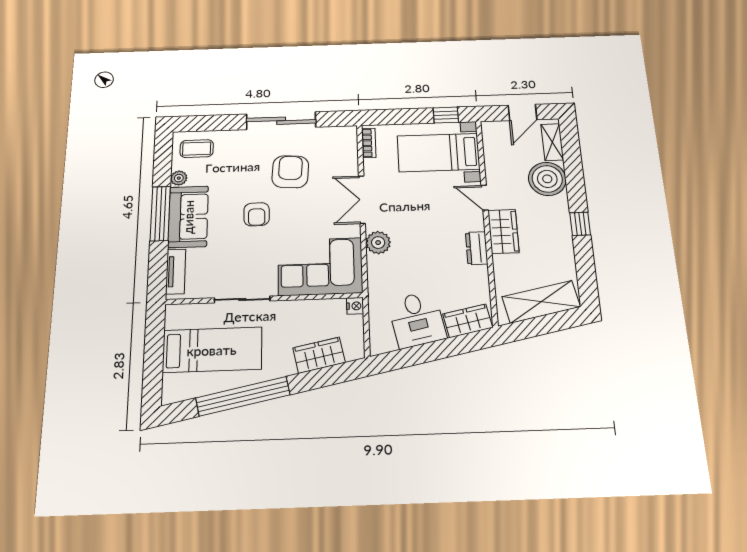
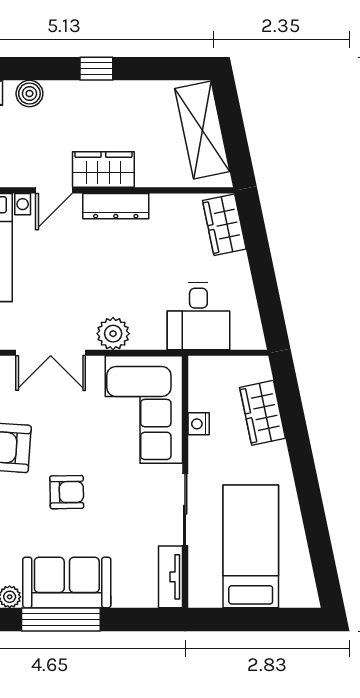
boiler: (547, 179) -> (29, 93), width x0.54, depth x0.54
dresser: (477, 248) -> (116, 206), width x1.44
tv unit: (176, 272) -> (170, 577), moved, turned -90
nightstand: (355, 306) -> (199, 424), moved, turned -90
desk: (417, 319) -> (198, 316), moved, turned 102
window: (243, 396) -> (312, 507), removed

